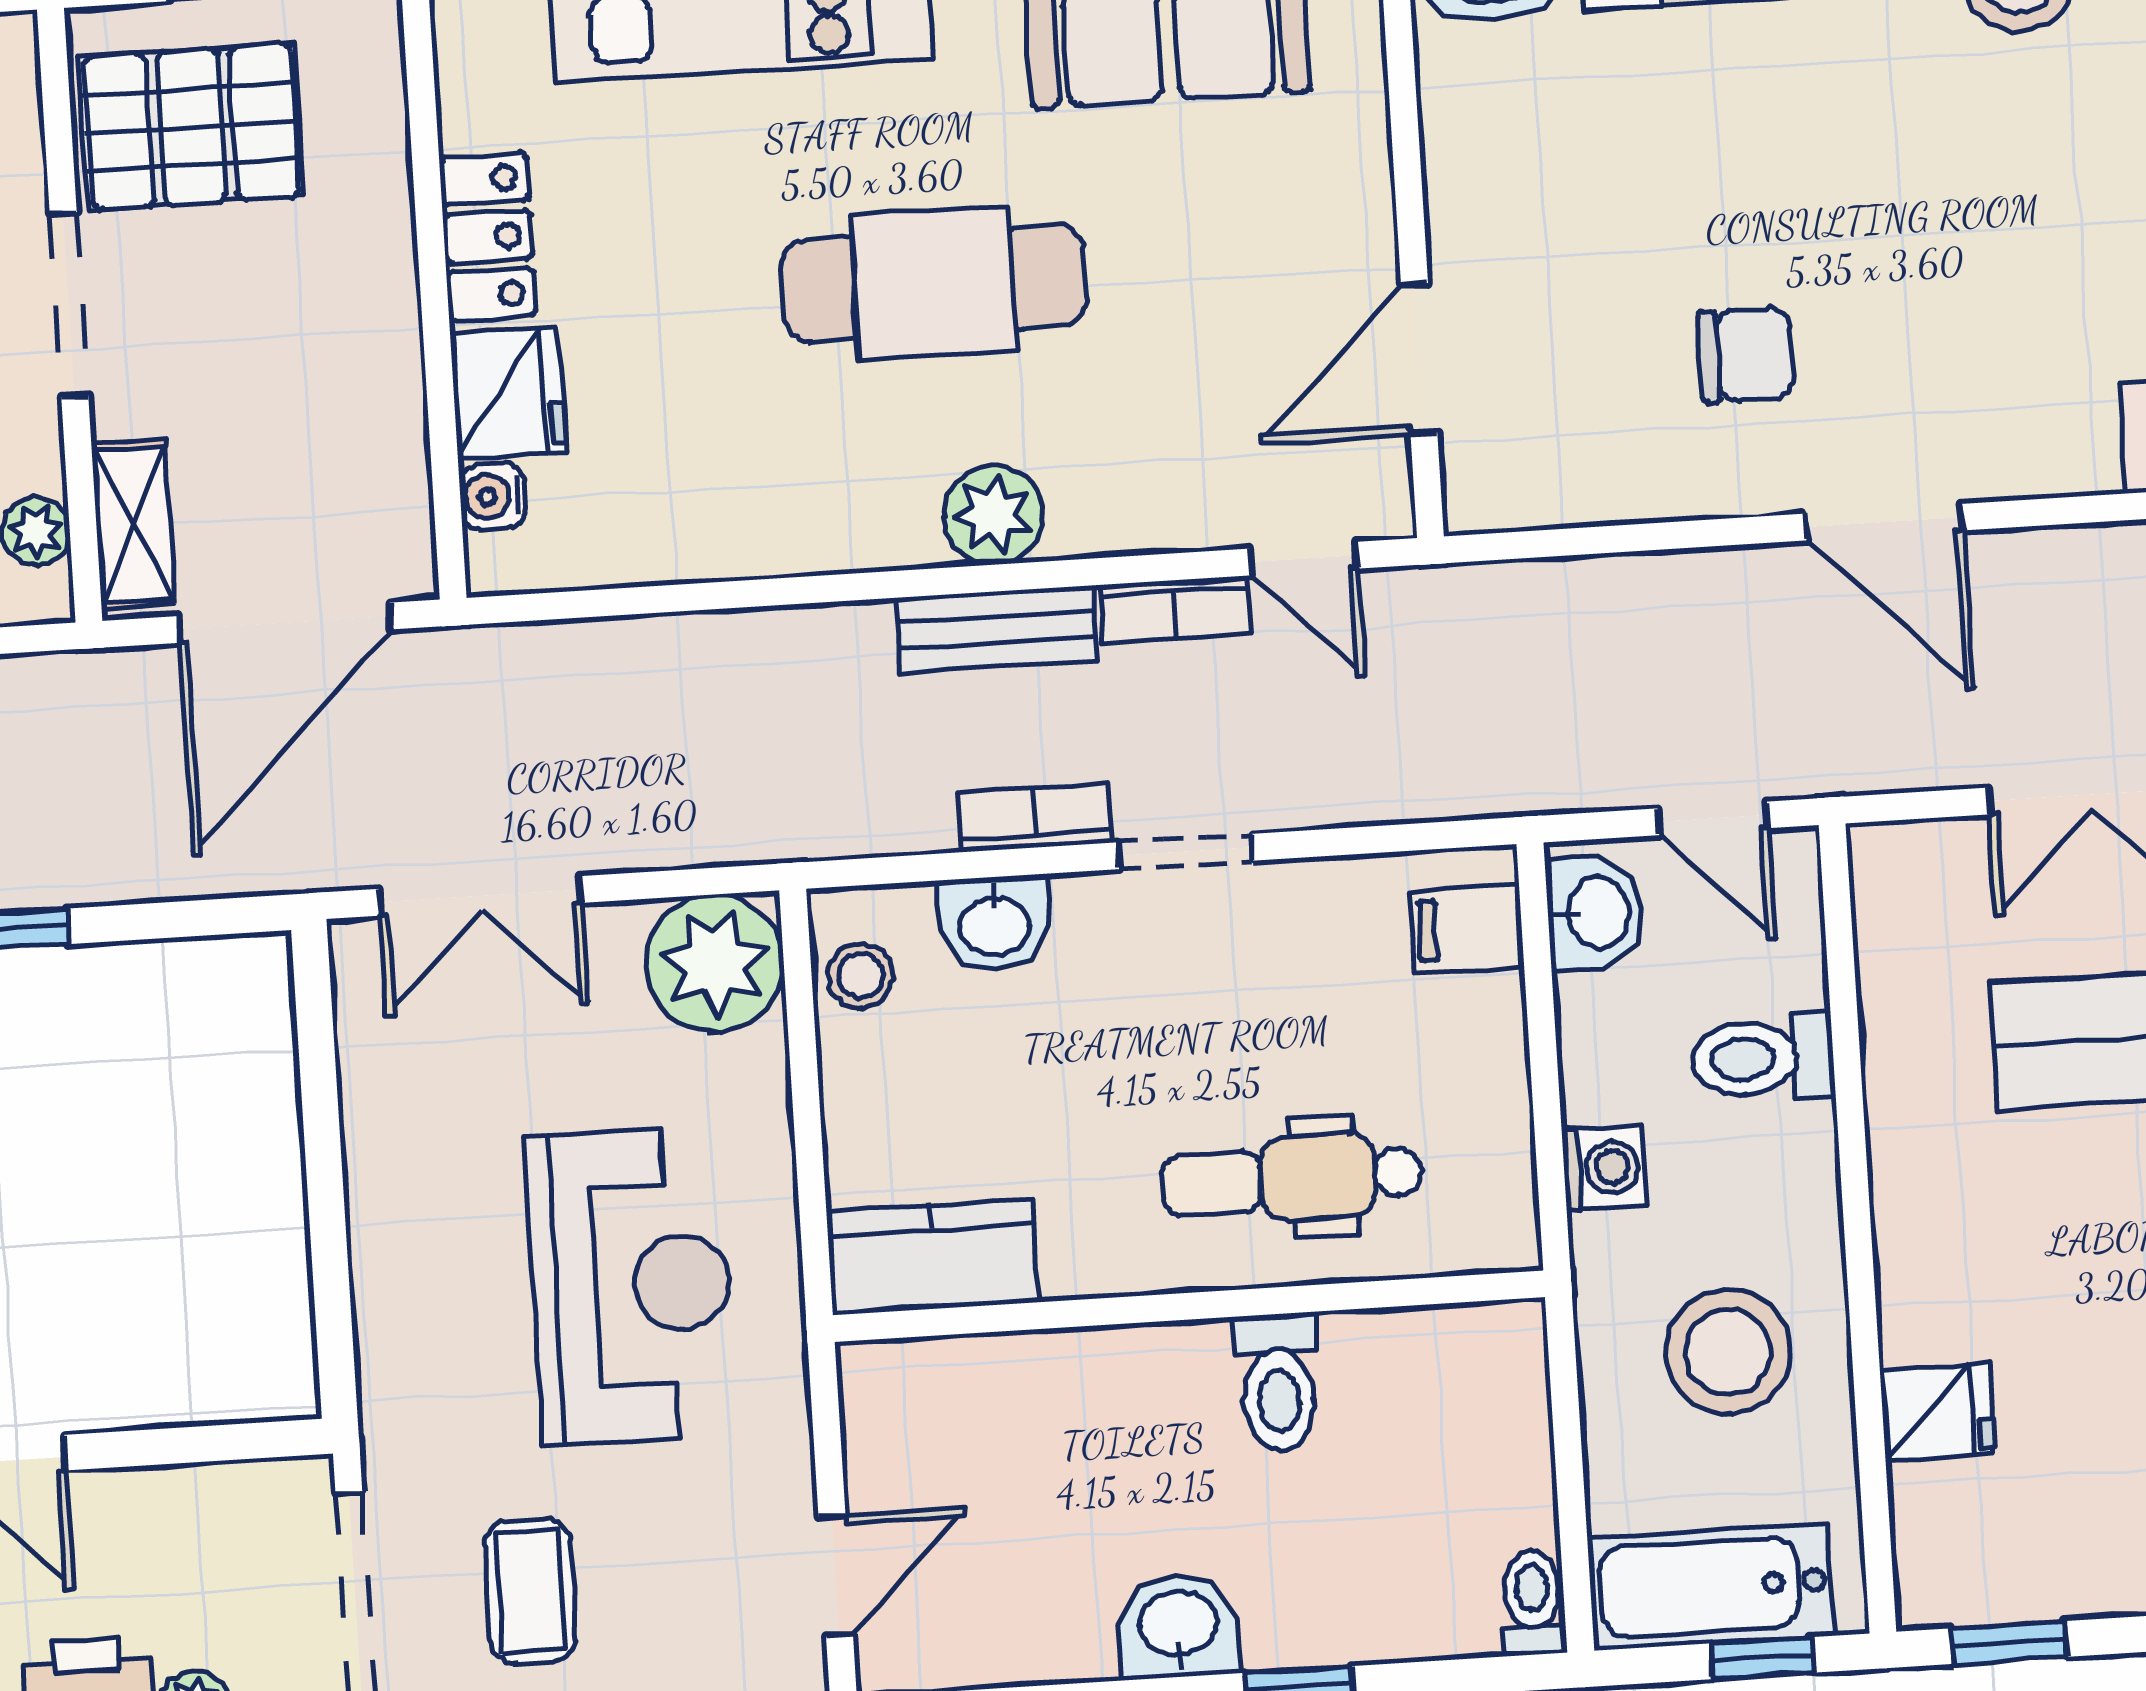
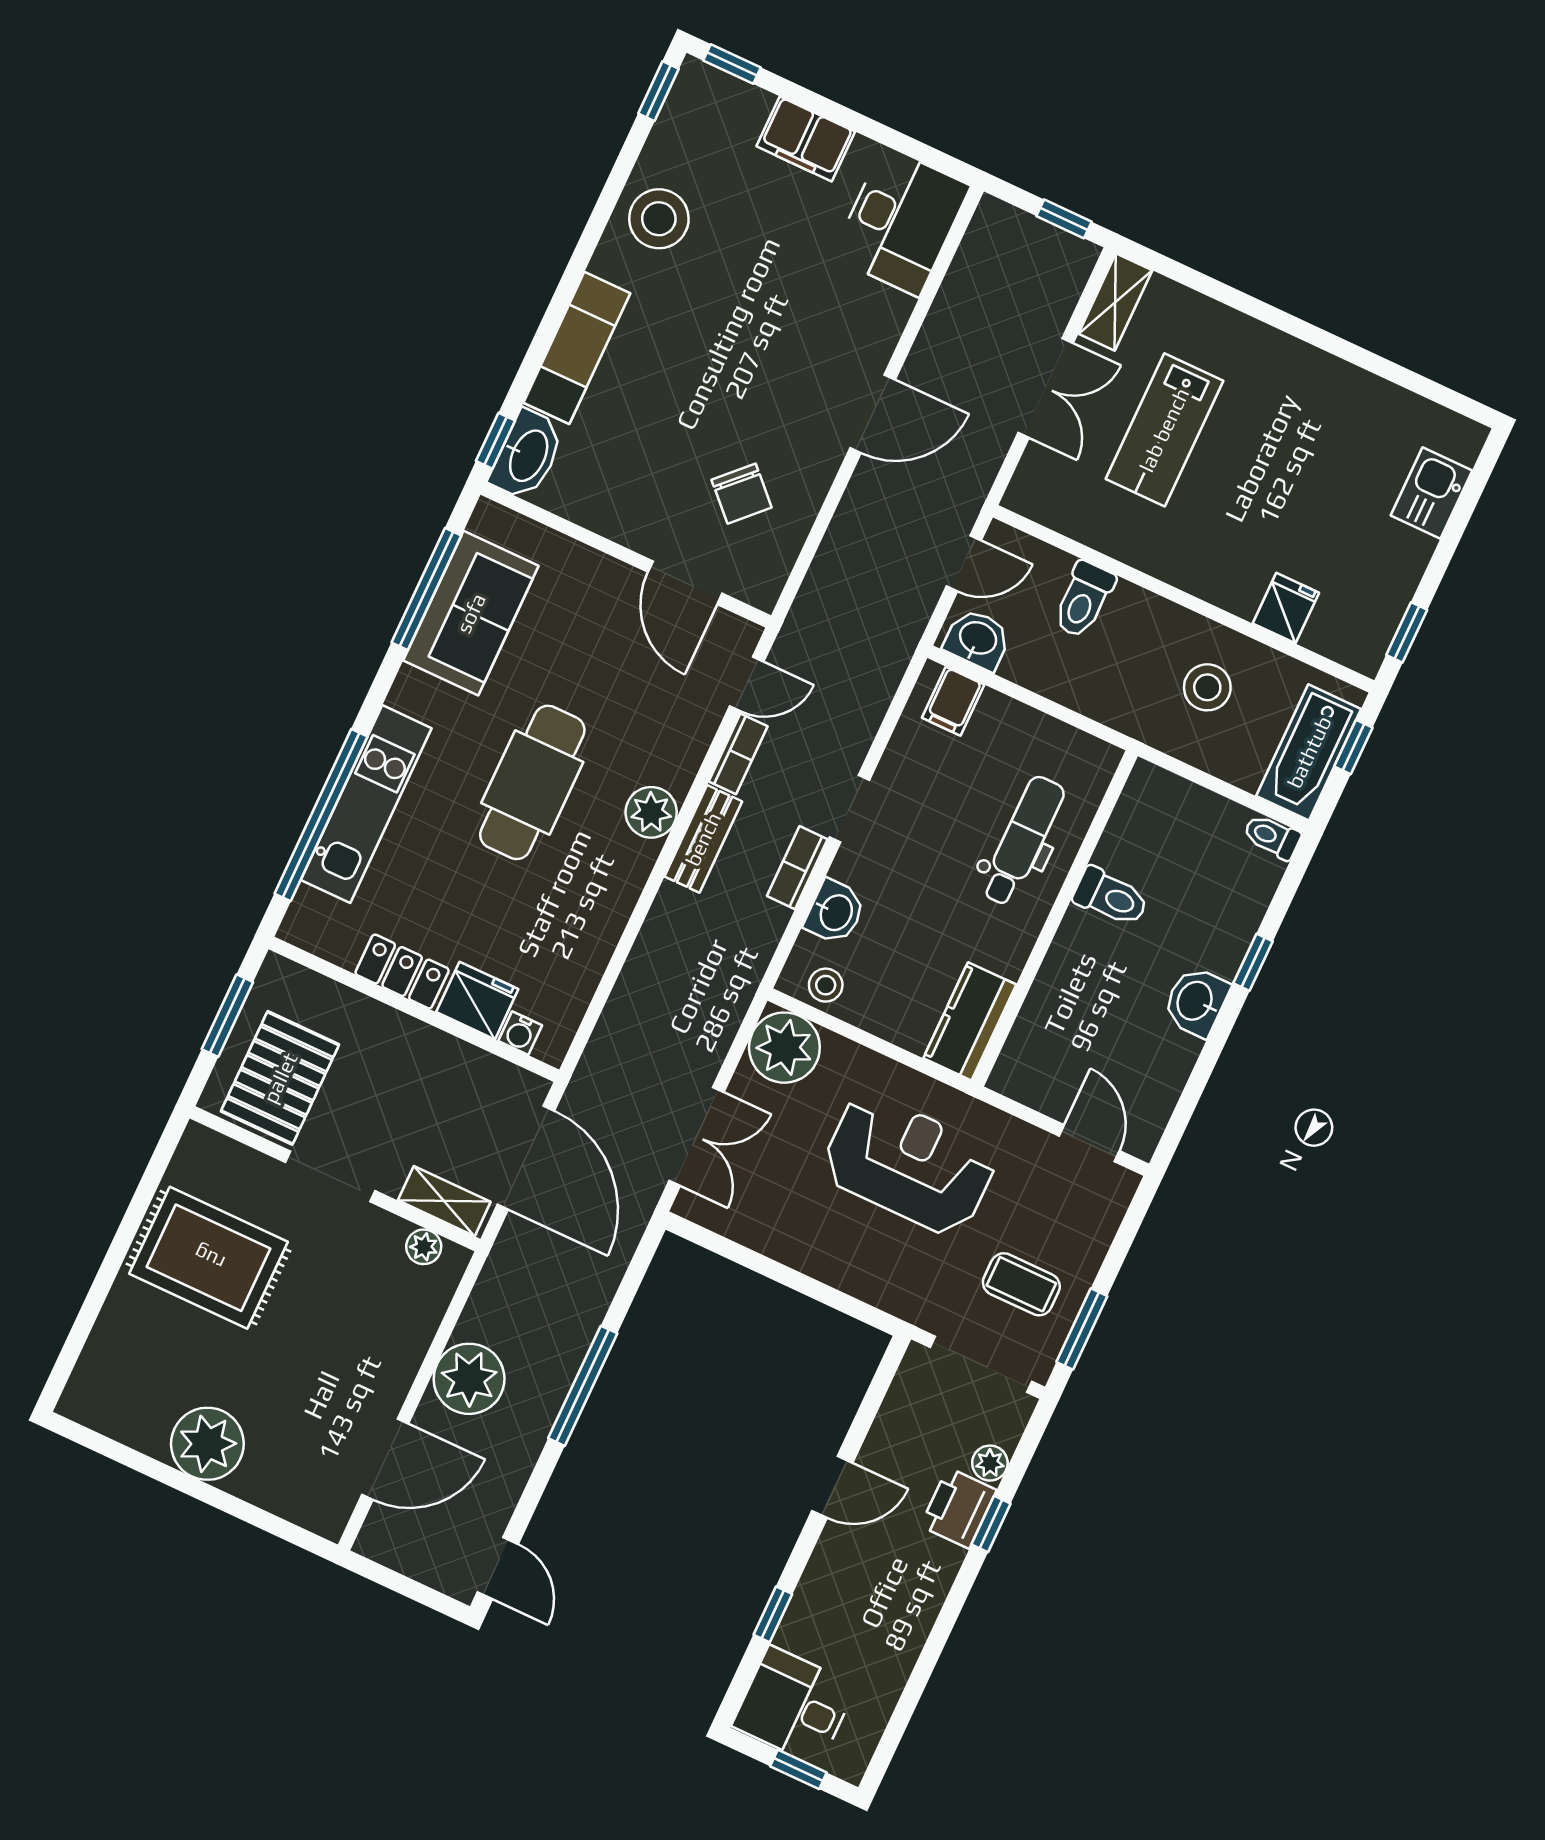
chair: (1746, 355) -> (742, 494), moved, turned 135
washing machine: (1604, 1168) -> (1094, 698), removed
dental chair: (1292, 1179) -> (1023, 841), turned 180
stool: (1728, 1352) -> (1207, 687), width x0.73, depth x0.73

